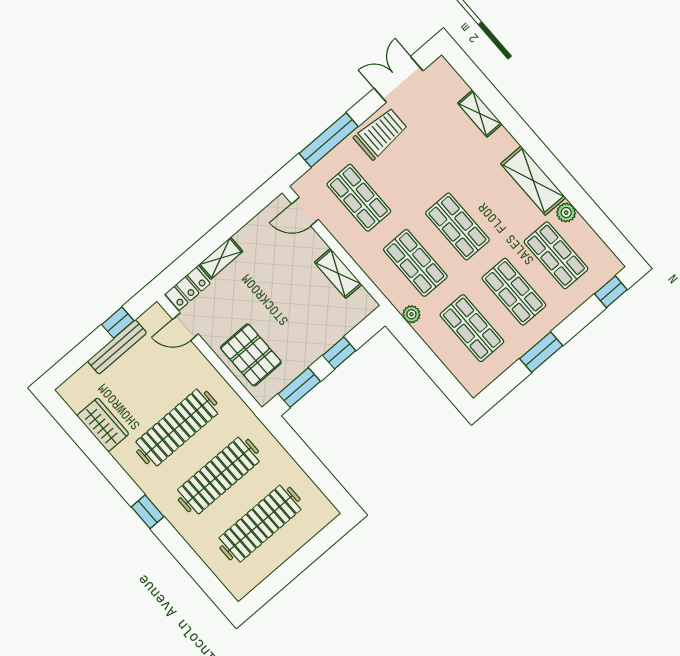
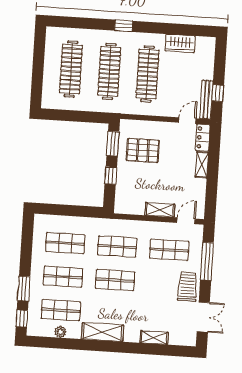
trolley: (381, 134) -> (187, 286), turned 180
plant: (566, 213) -> (60, 332), moved
shelving: (338, 273) -> (160, 210), moved
plant: (411, 314) -> (97, 223), removed
bench: (117, 347) -> (206, 100), moved
window: (541, 352) -> (24, 289), moved
pallet: (251, 355) -> (143, 150), moved

